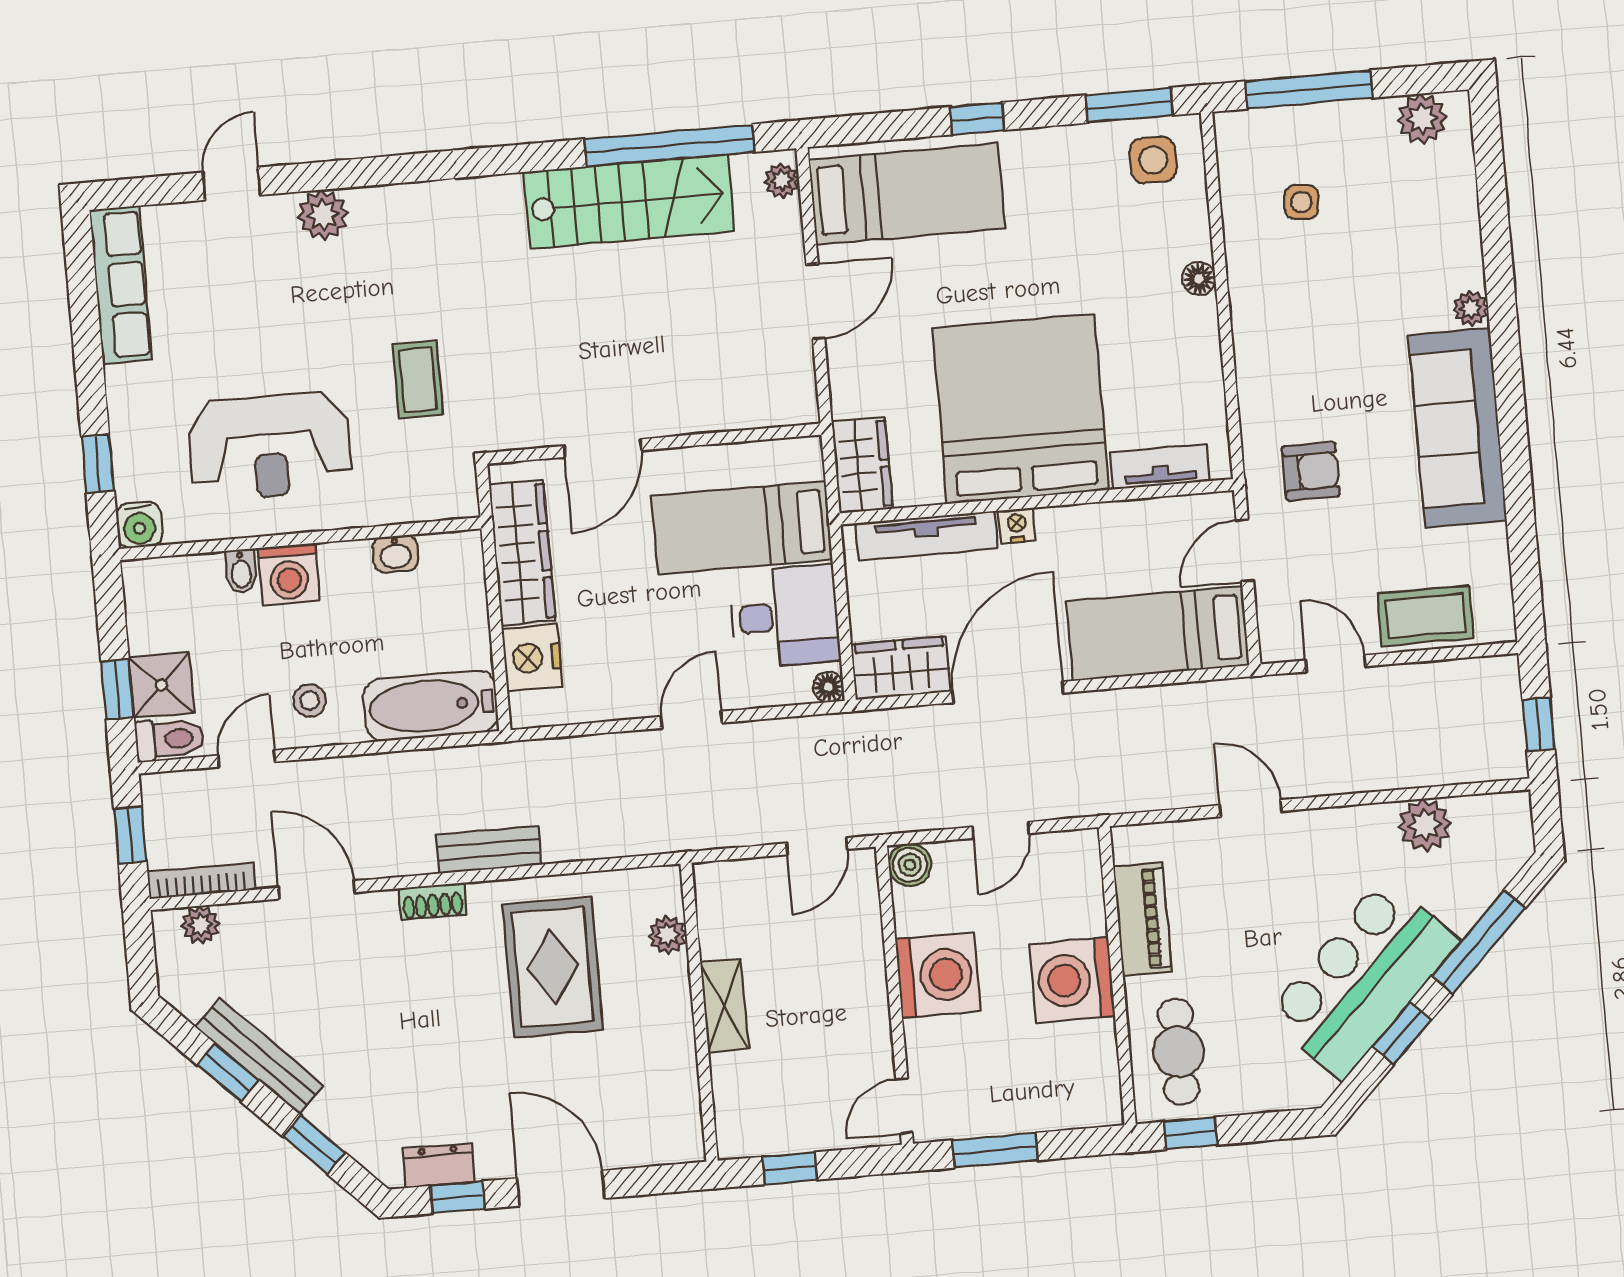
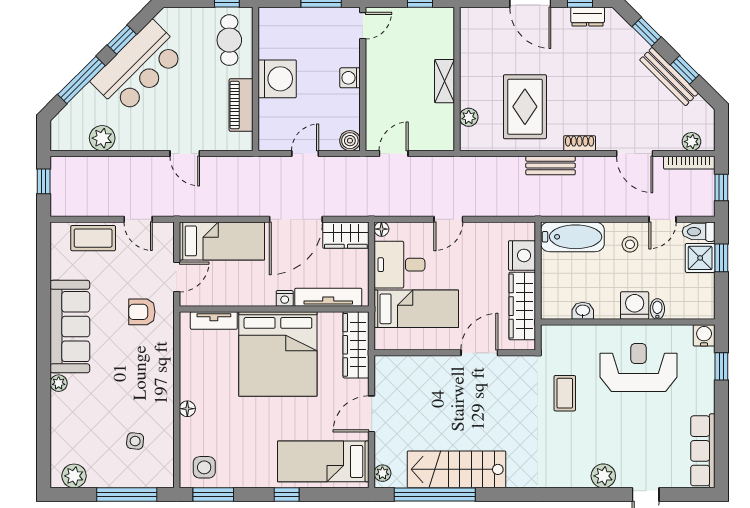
wardrobe: (862, 465) -> (356, 345), width x1.50
washing machine: (938, 975) -> (350, 78), width x0.53, depth x0.53

